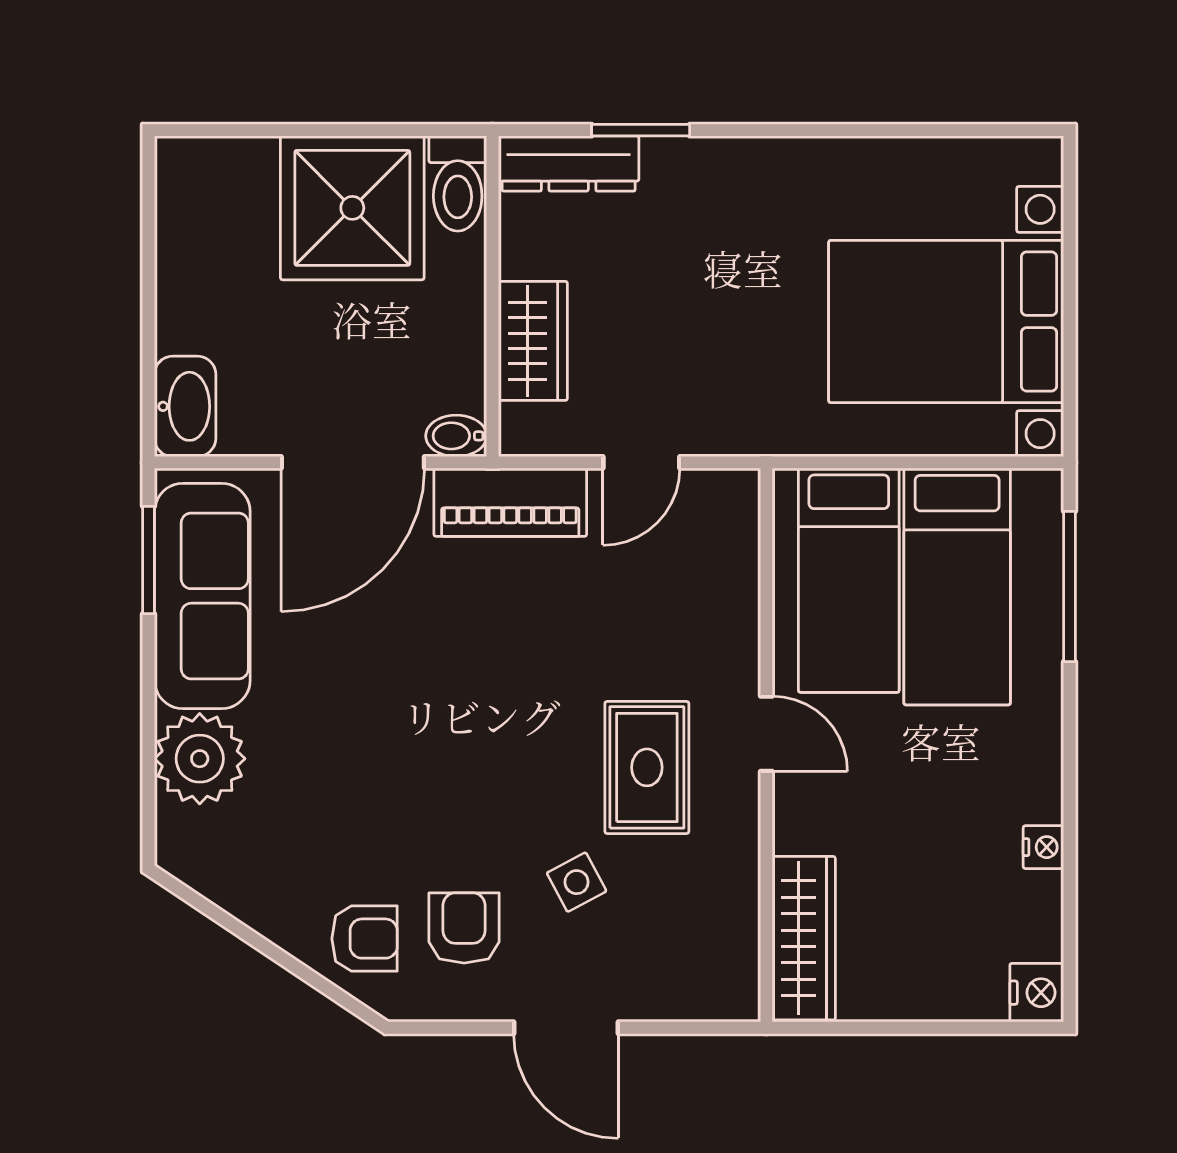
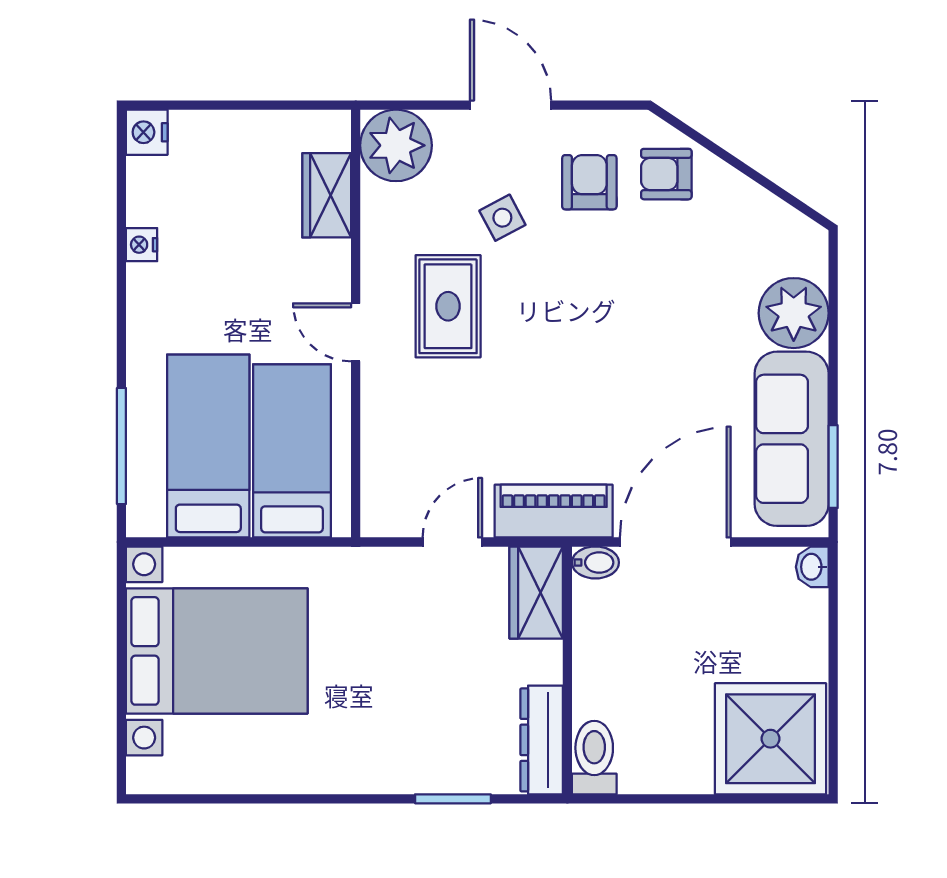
dresser: (569, 164) -> (542, 740), moved, turned -90
shower: (352, 208) -> (770, 739), moved
wardrobe: (533, 341) -> (536, 593), moved
washbasin: (185, 406) -> (812, 567), width x0.52, depth x0.69
armchair: (464, 928) -> (589, 182), turned 180
wardrobe: (804, 938) -> (327, 195), width x0.67
plant: (714, 976) -> (396, 145), added

